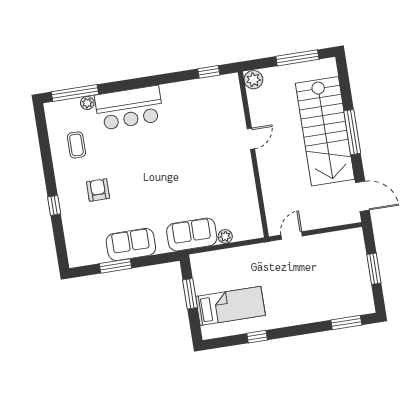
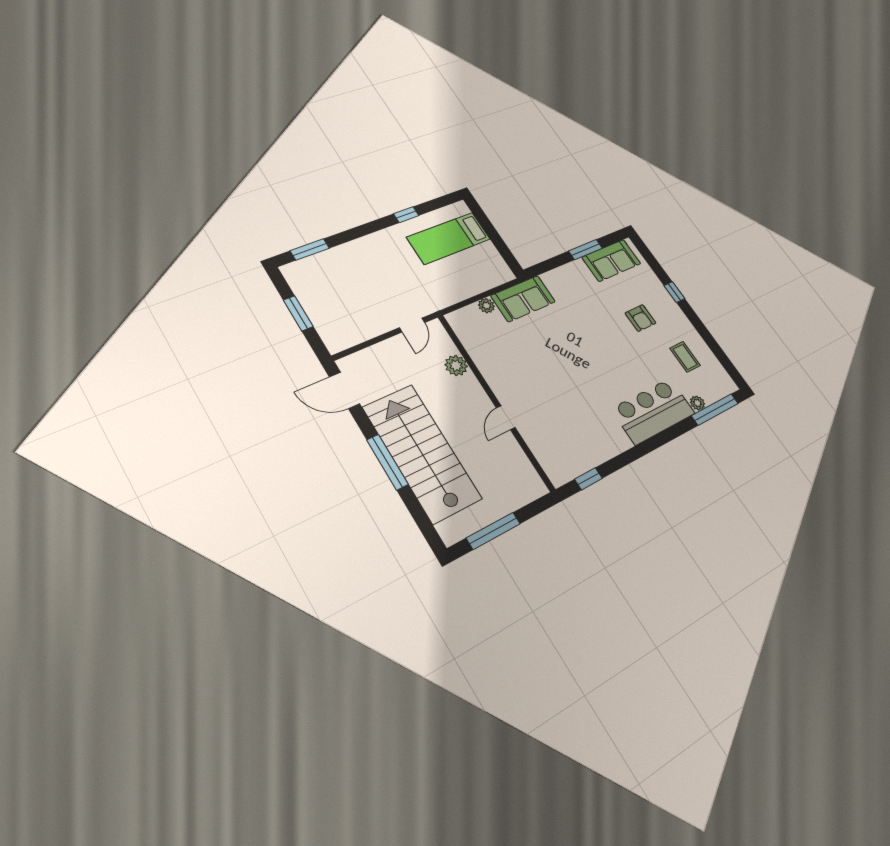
plant: (253, 80) -> (456, 366), moved
sofa: (131, 244) -> (611, 260), moved
window: (190, 294) -> (497, 240), removed

